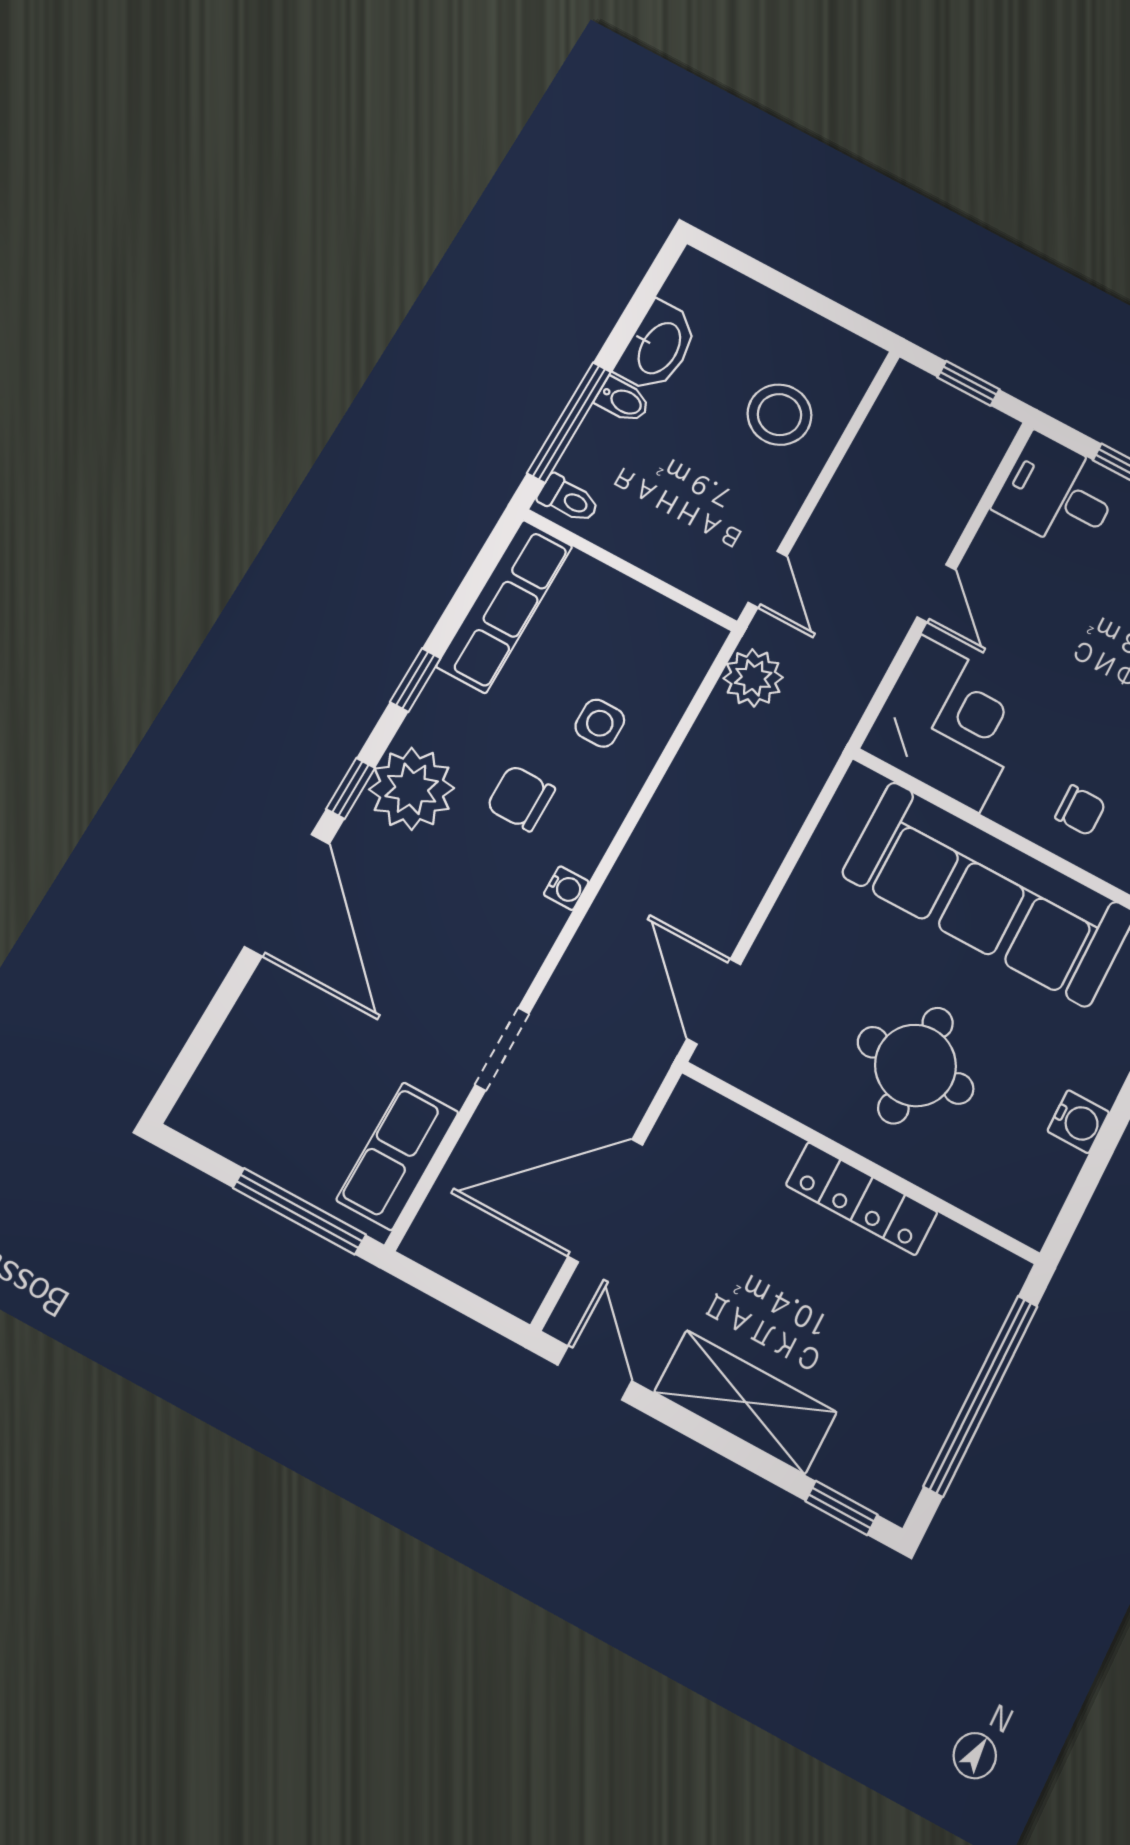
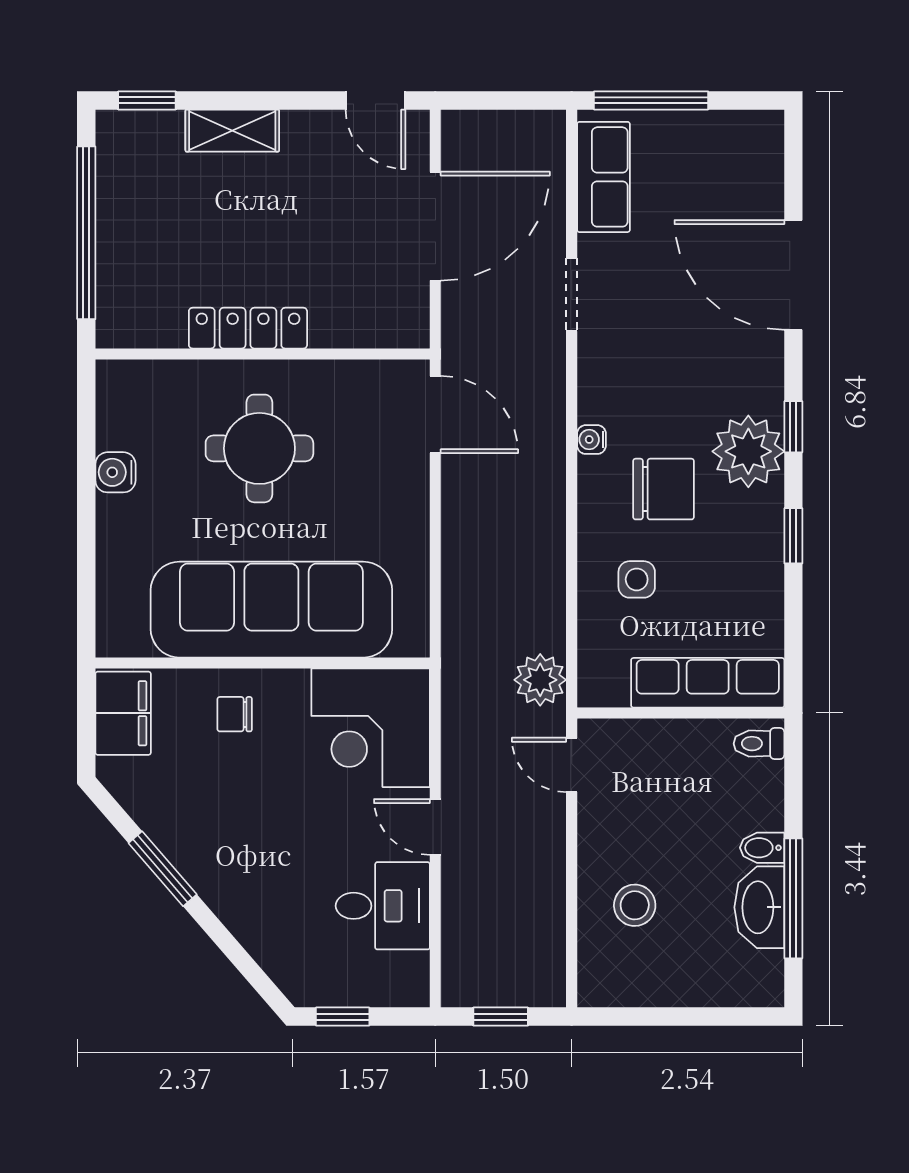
stool: (779, 415) -> (635, 905), width x0.73, depth x0.73
window: (569, 422) -> (793, 898), moved
desk: (1058, 493) -> (383, 906), moved
row of seats: (505, 606) -> (708, 683), moved, turned 90
chair: (521, 798) -> (663, 489), width x1.37, depth x1.37
door: (287, 895) -> (793, 275), moved
shelving: (746, 1402) -> (232, 131), width x0.67, depth x0.75

